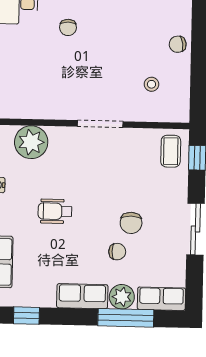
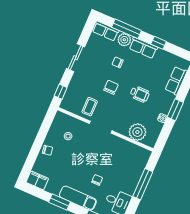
coffee table: (171, 151) -> (90, 107), moved
chair: (131, 223) -> (111, 87), moved
window: (26, 316) -> (159, 43), moved

